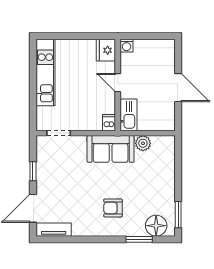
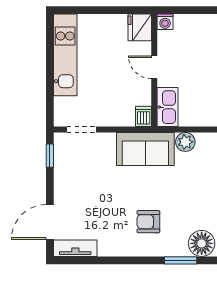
window: (33, 171) -> (50, 156), moved

